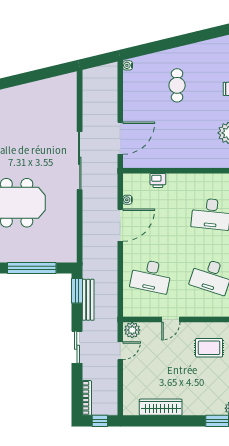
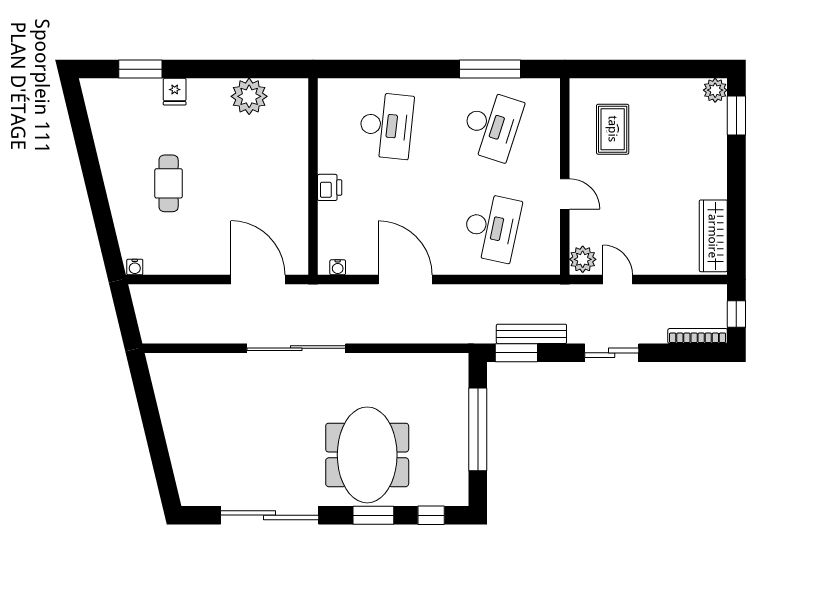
cafe table: (177, 85) -> (169, 183), turned 90
printer: (158, 181) -> (330, 187), moved
water cooler: (127, 200) -> (338, 267), moved
wardrobe: (161, 407) -> (713, 236), moved

